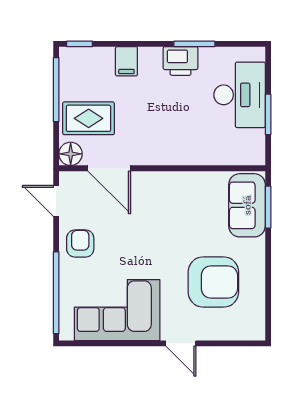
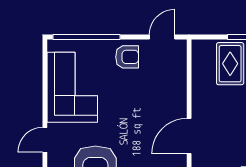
floor lamp: (71, 154) -> (201, 49), removed
door: (109, 168) -> (189, 136), moved

